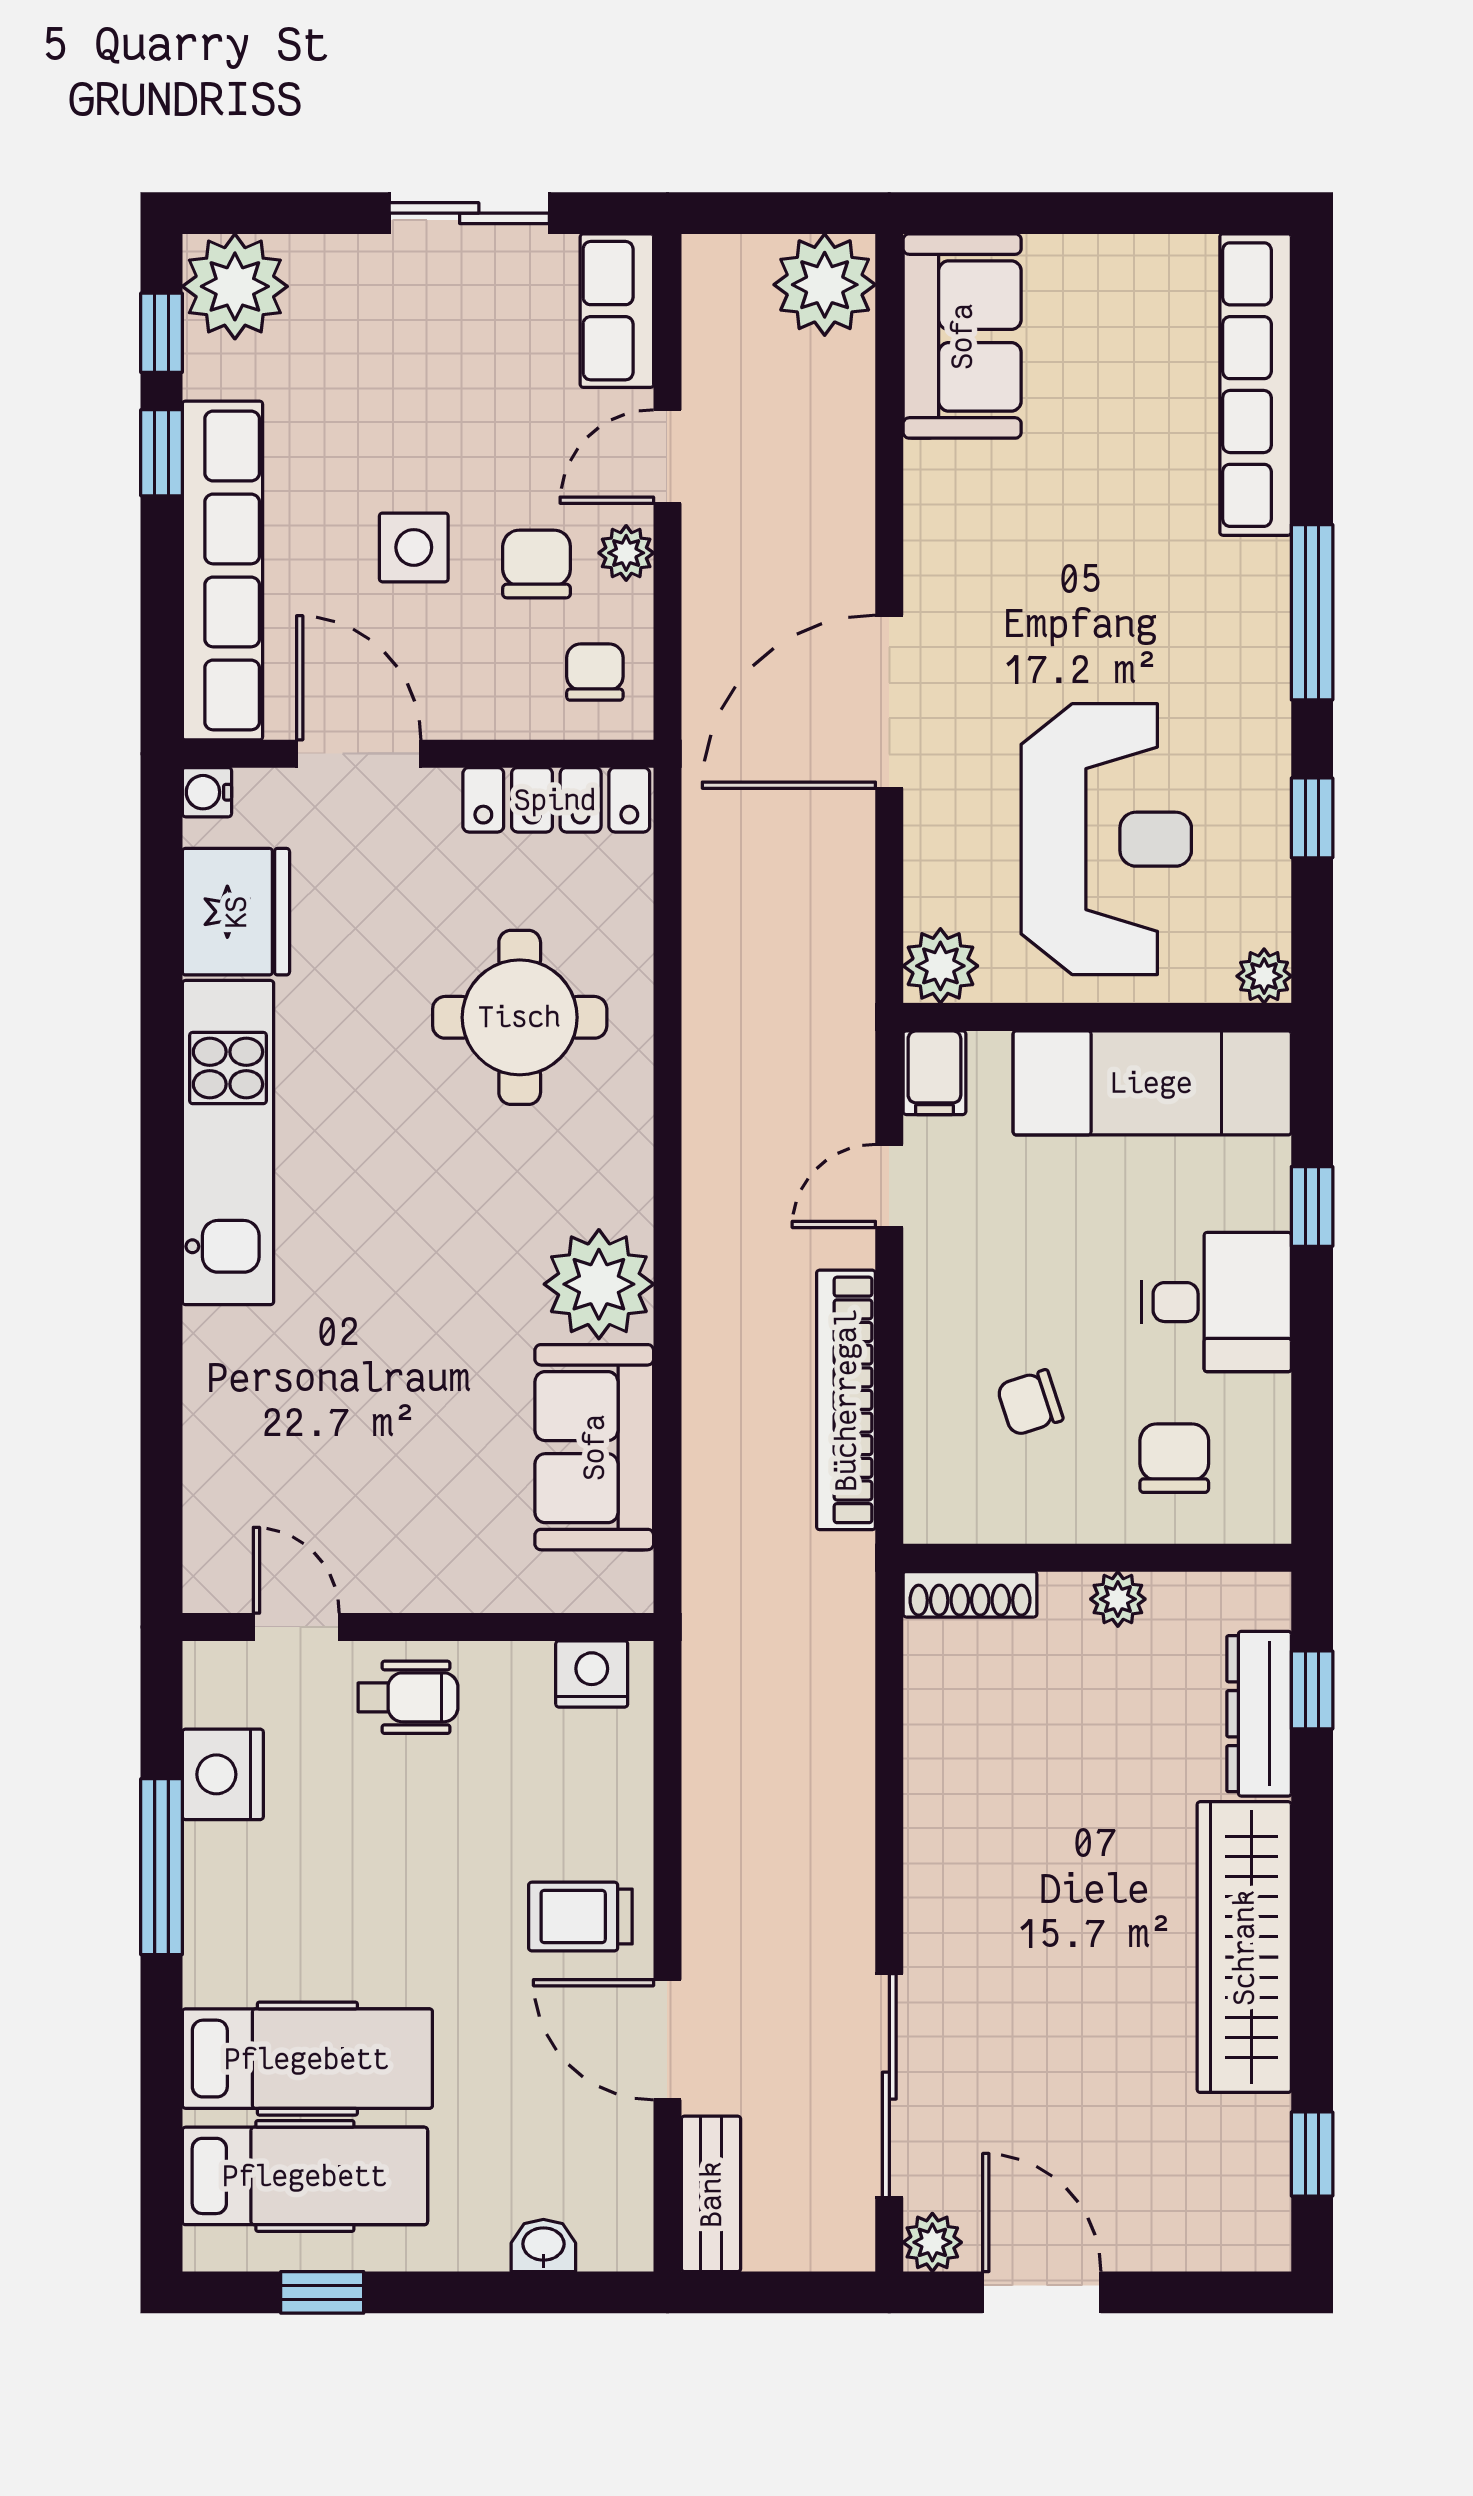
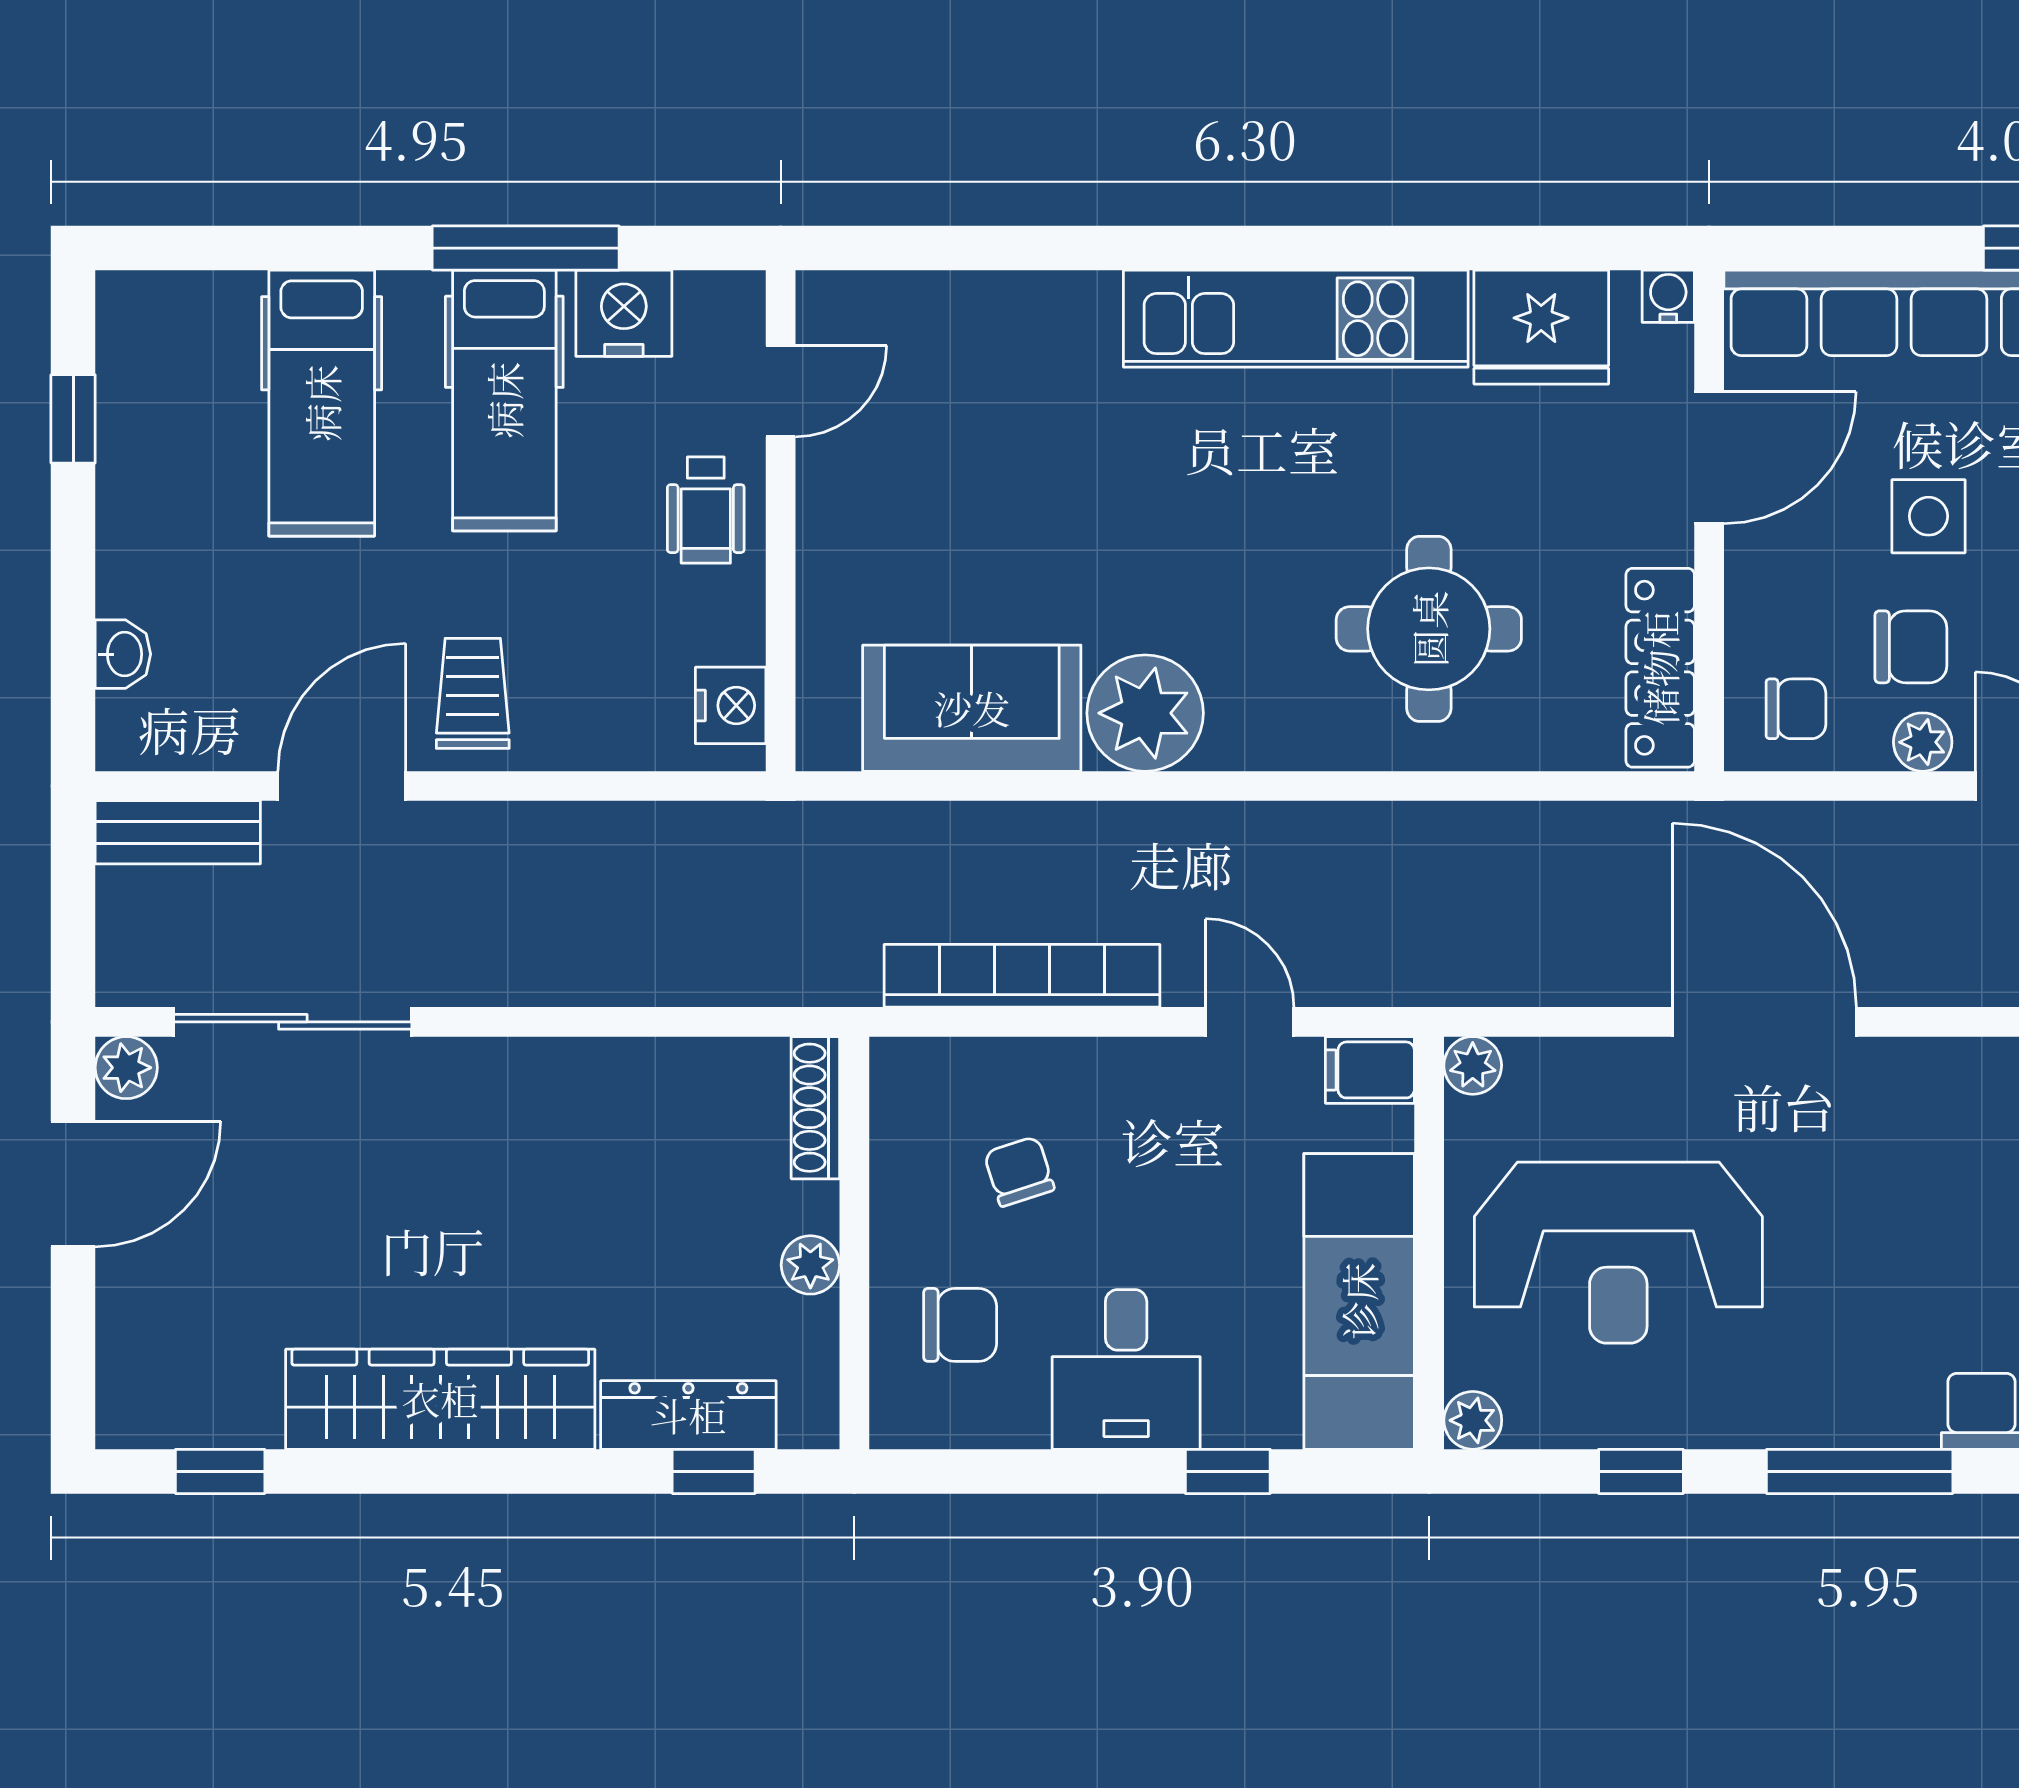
plant: (940, 966) -> (1473, 1065), width x0.73, depth x0.73
hospital bed: (305, 2176) -> (504, 400), moved

